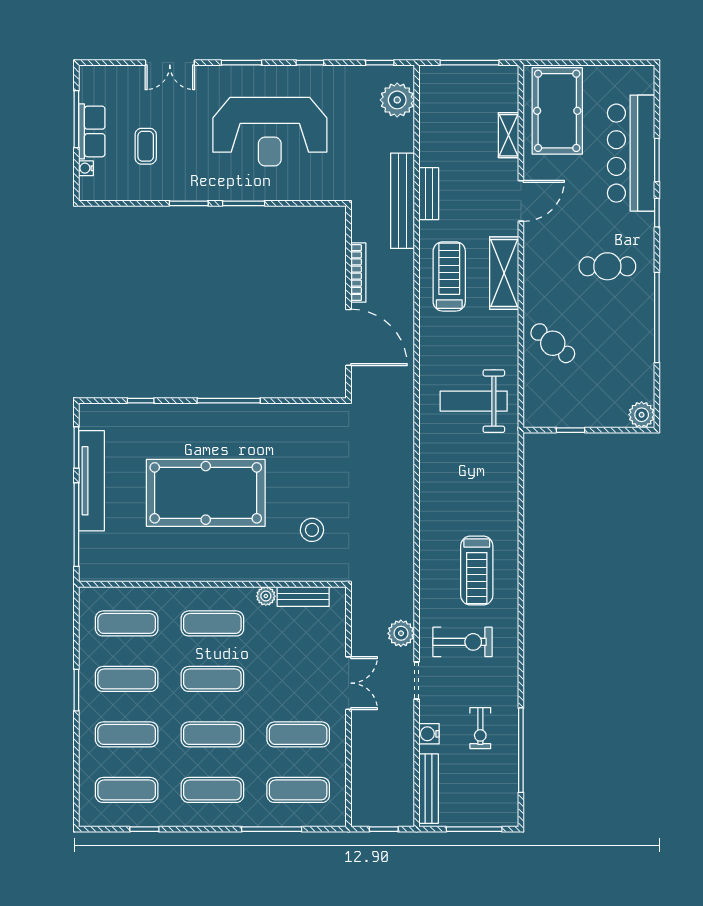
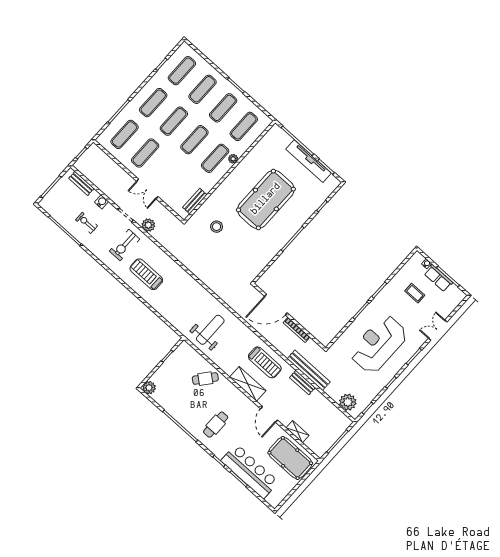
plant: (266, 596) -> (233, 159), moved
bench: (429, 789) -> (81, 183), width x0.73

